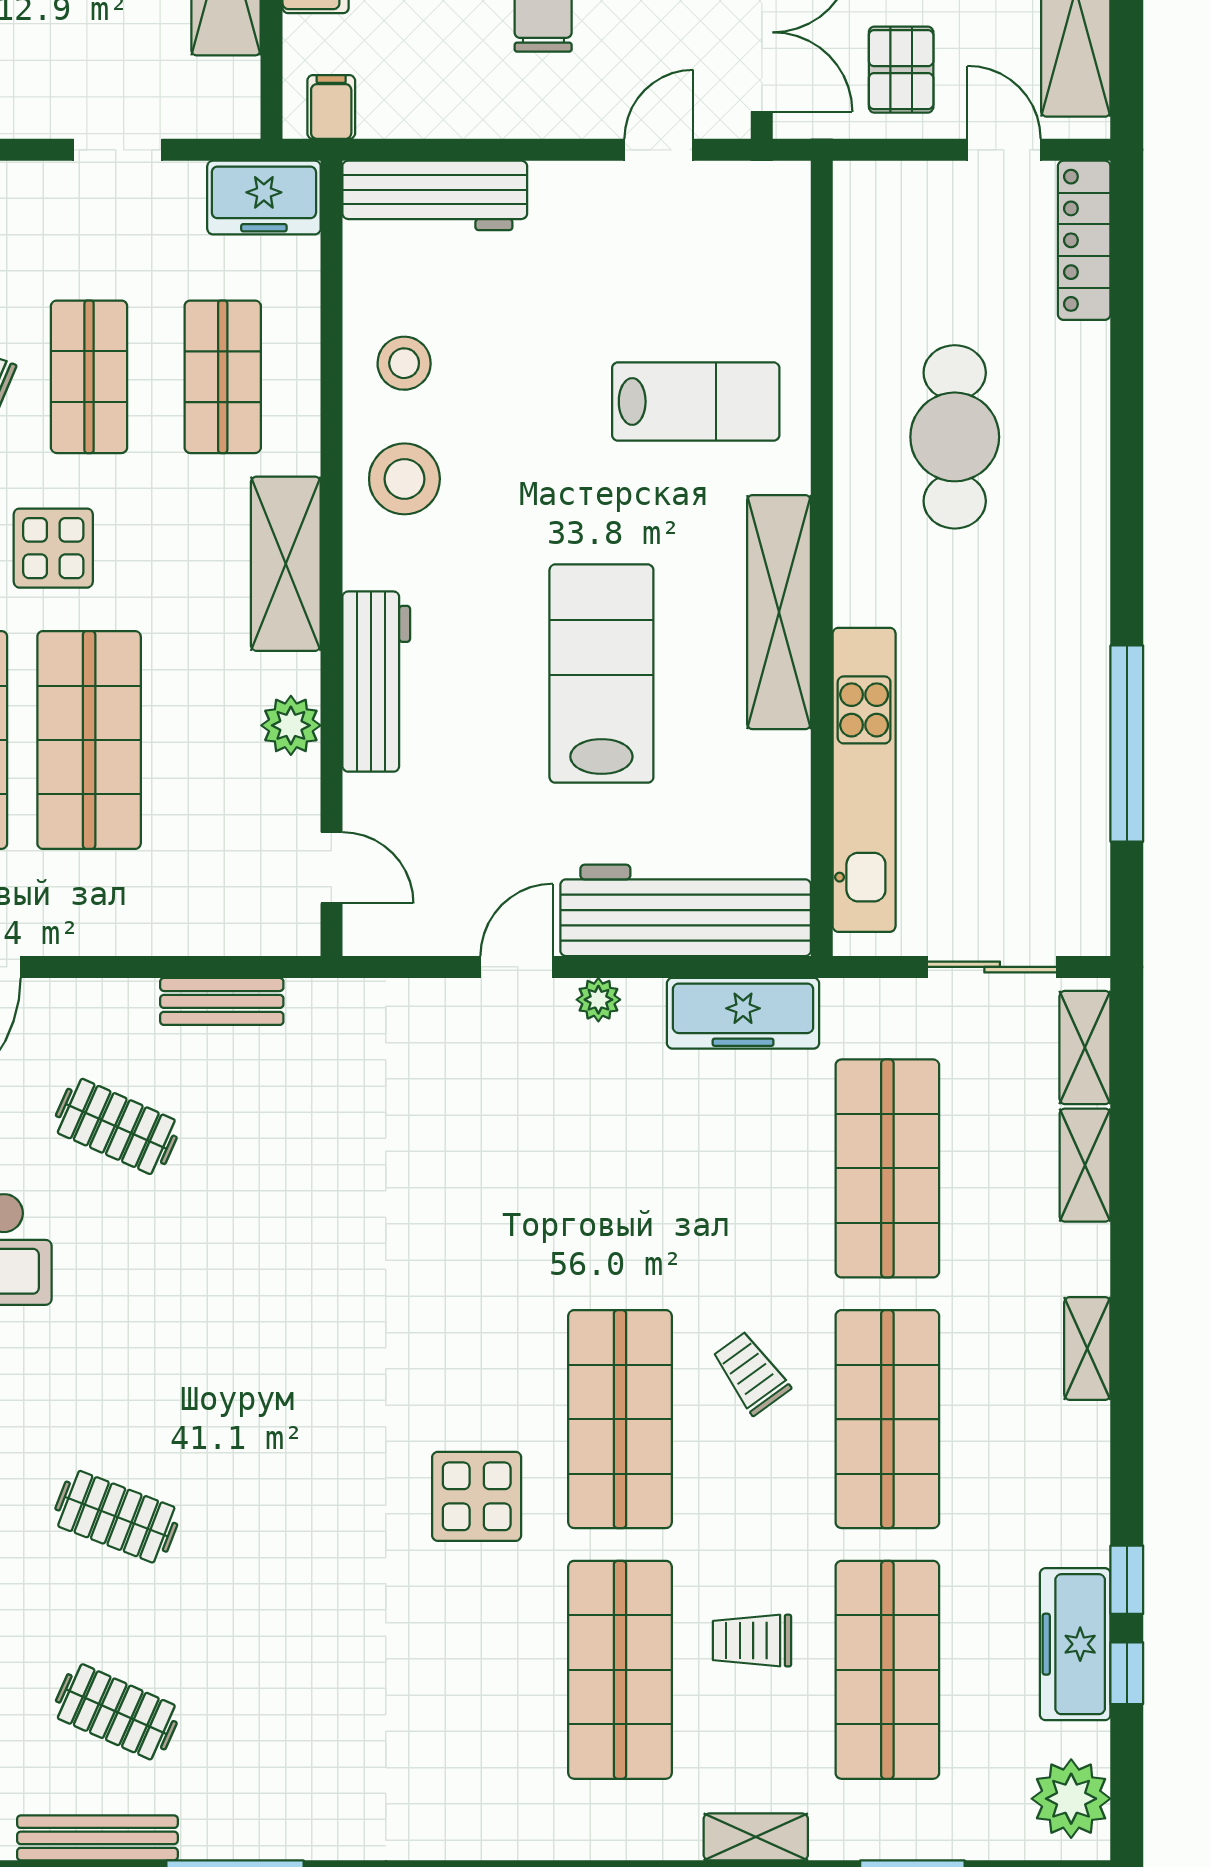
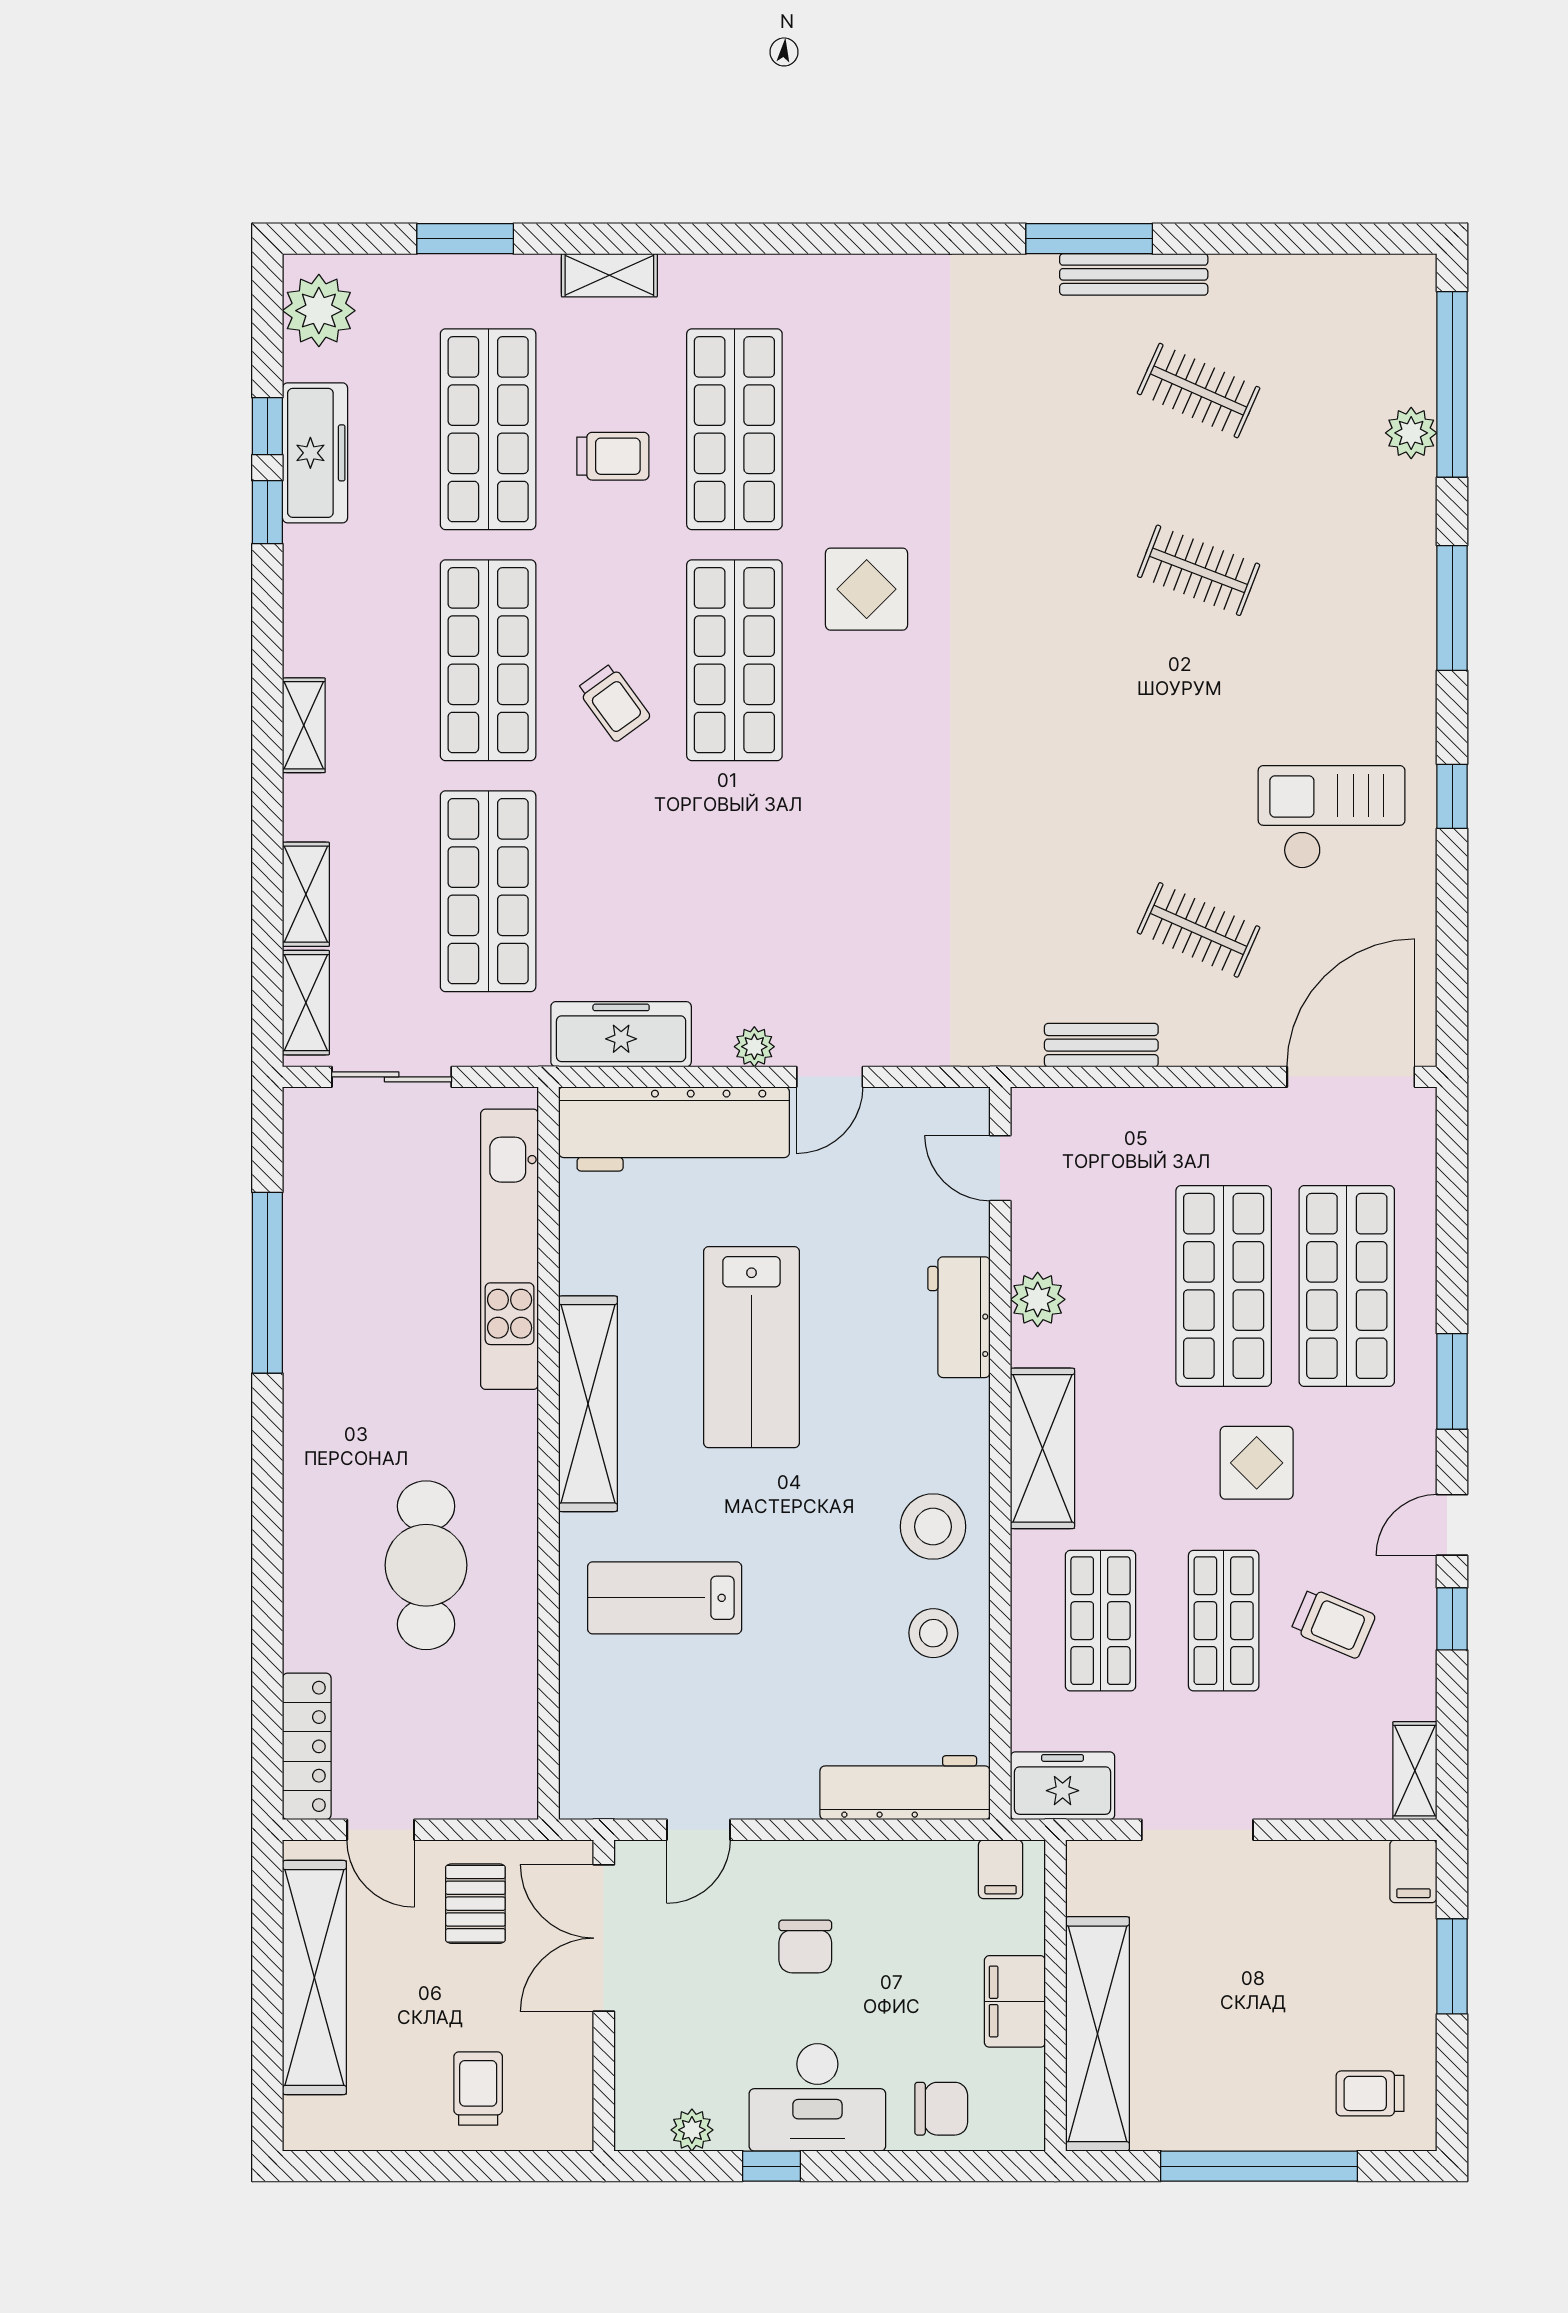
doorway: (118, 150) -> (1197, 1830), width x1.38
workbench: (376, 682) -> (959, 1317), width x0.73
bench: (97, 1838) -> (1134, 274), moved

